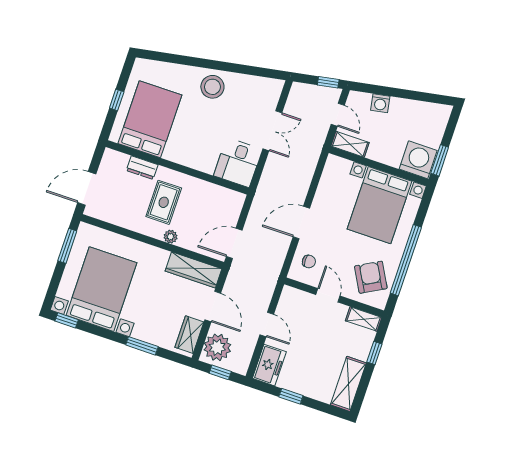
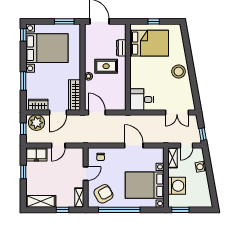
double door: (272, 131) -> (177, 113), moved
washing machine: (418, 160) -> (177, 186), moved
door: (301, 223) -> (134, 145), moved

